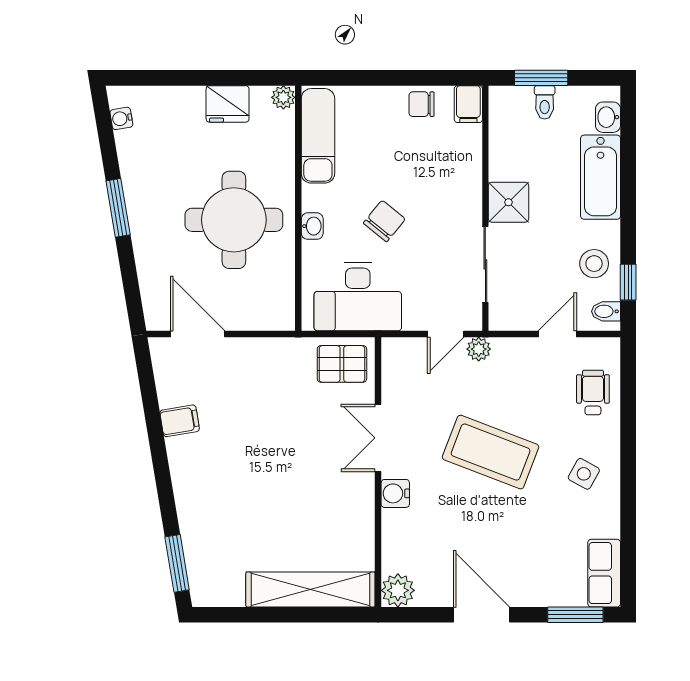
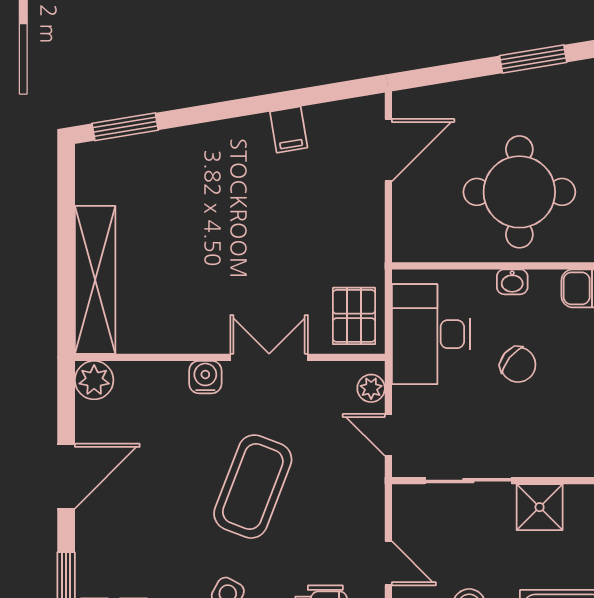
plant: (479, 349) -> (371, 388), moved

